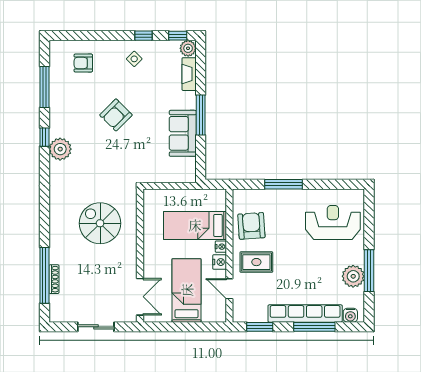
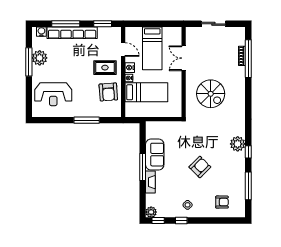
fireplace: (189, 74) -> (150, 182), moved
double door: (140, 297) -> (184, 58), moved

